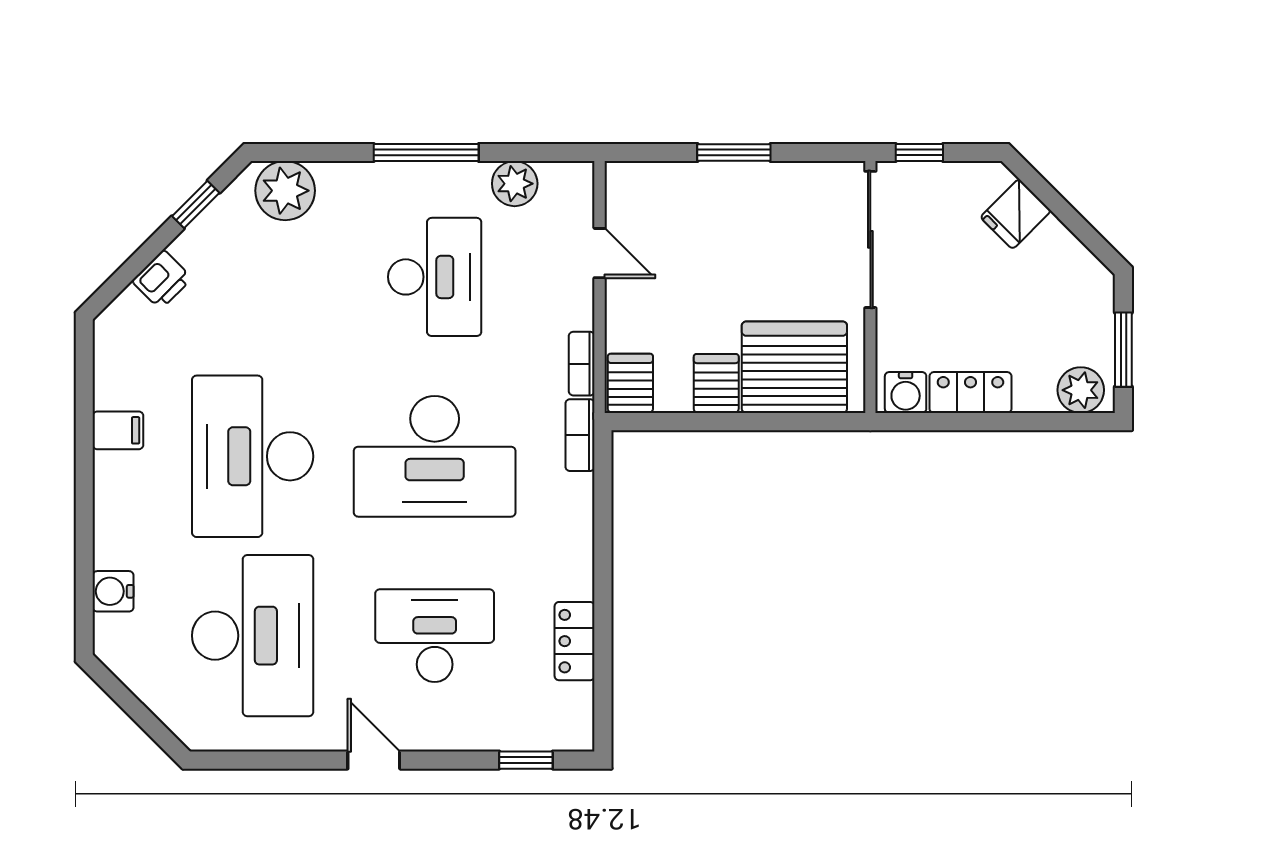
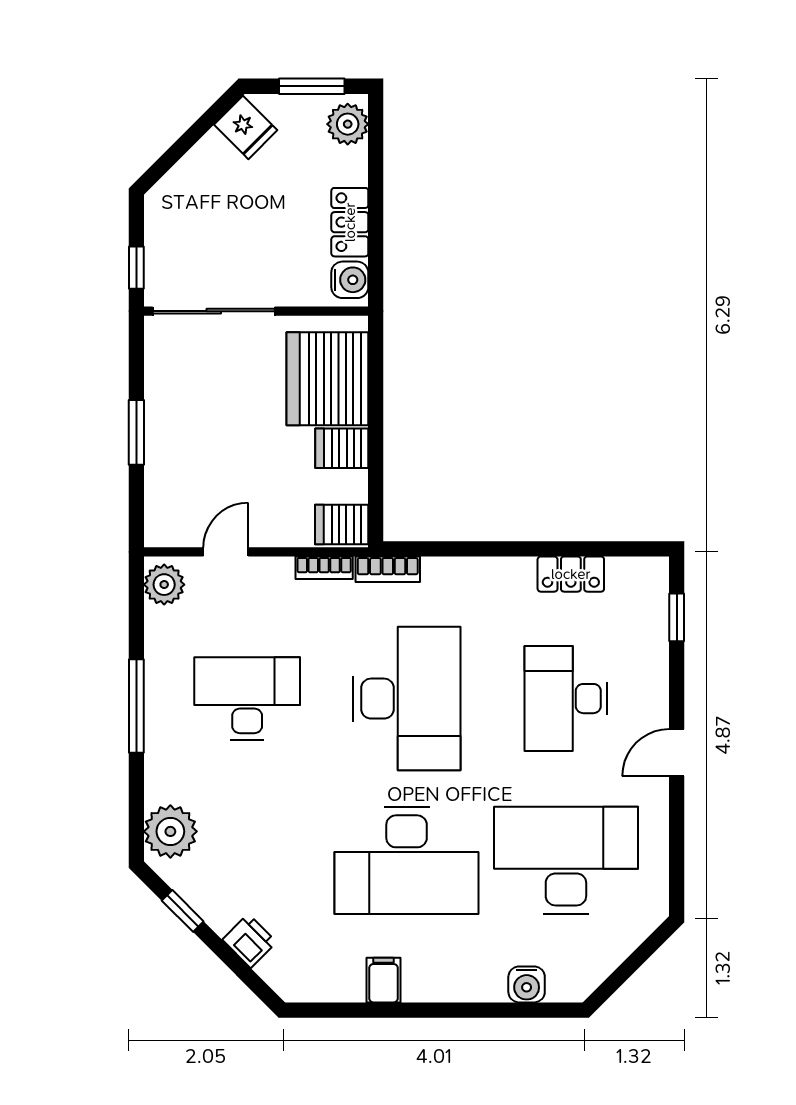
plant: (515, 184) -> (164, 585), moved
fridge: (1016, 214) -> (246, 127), moved

